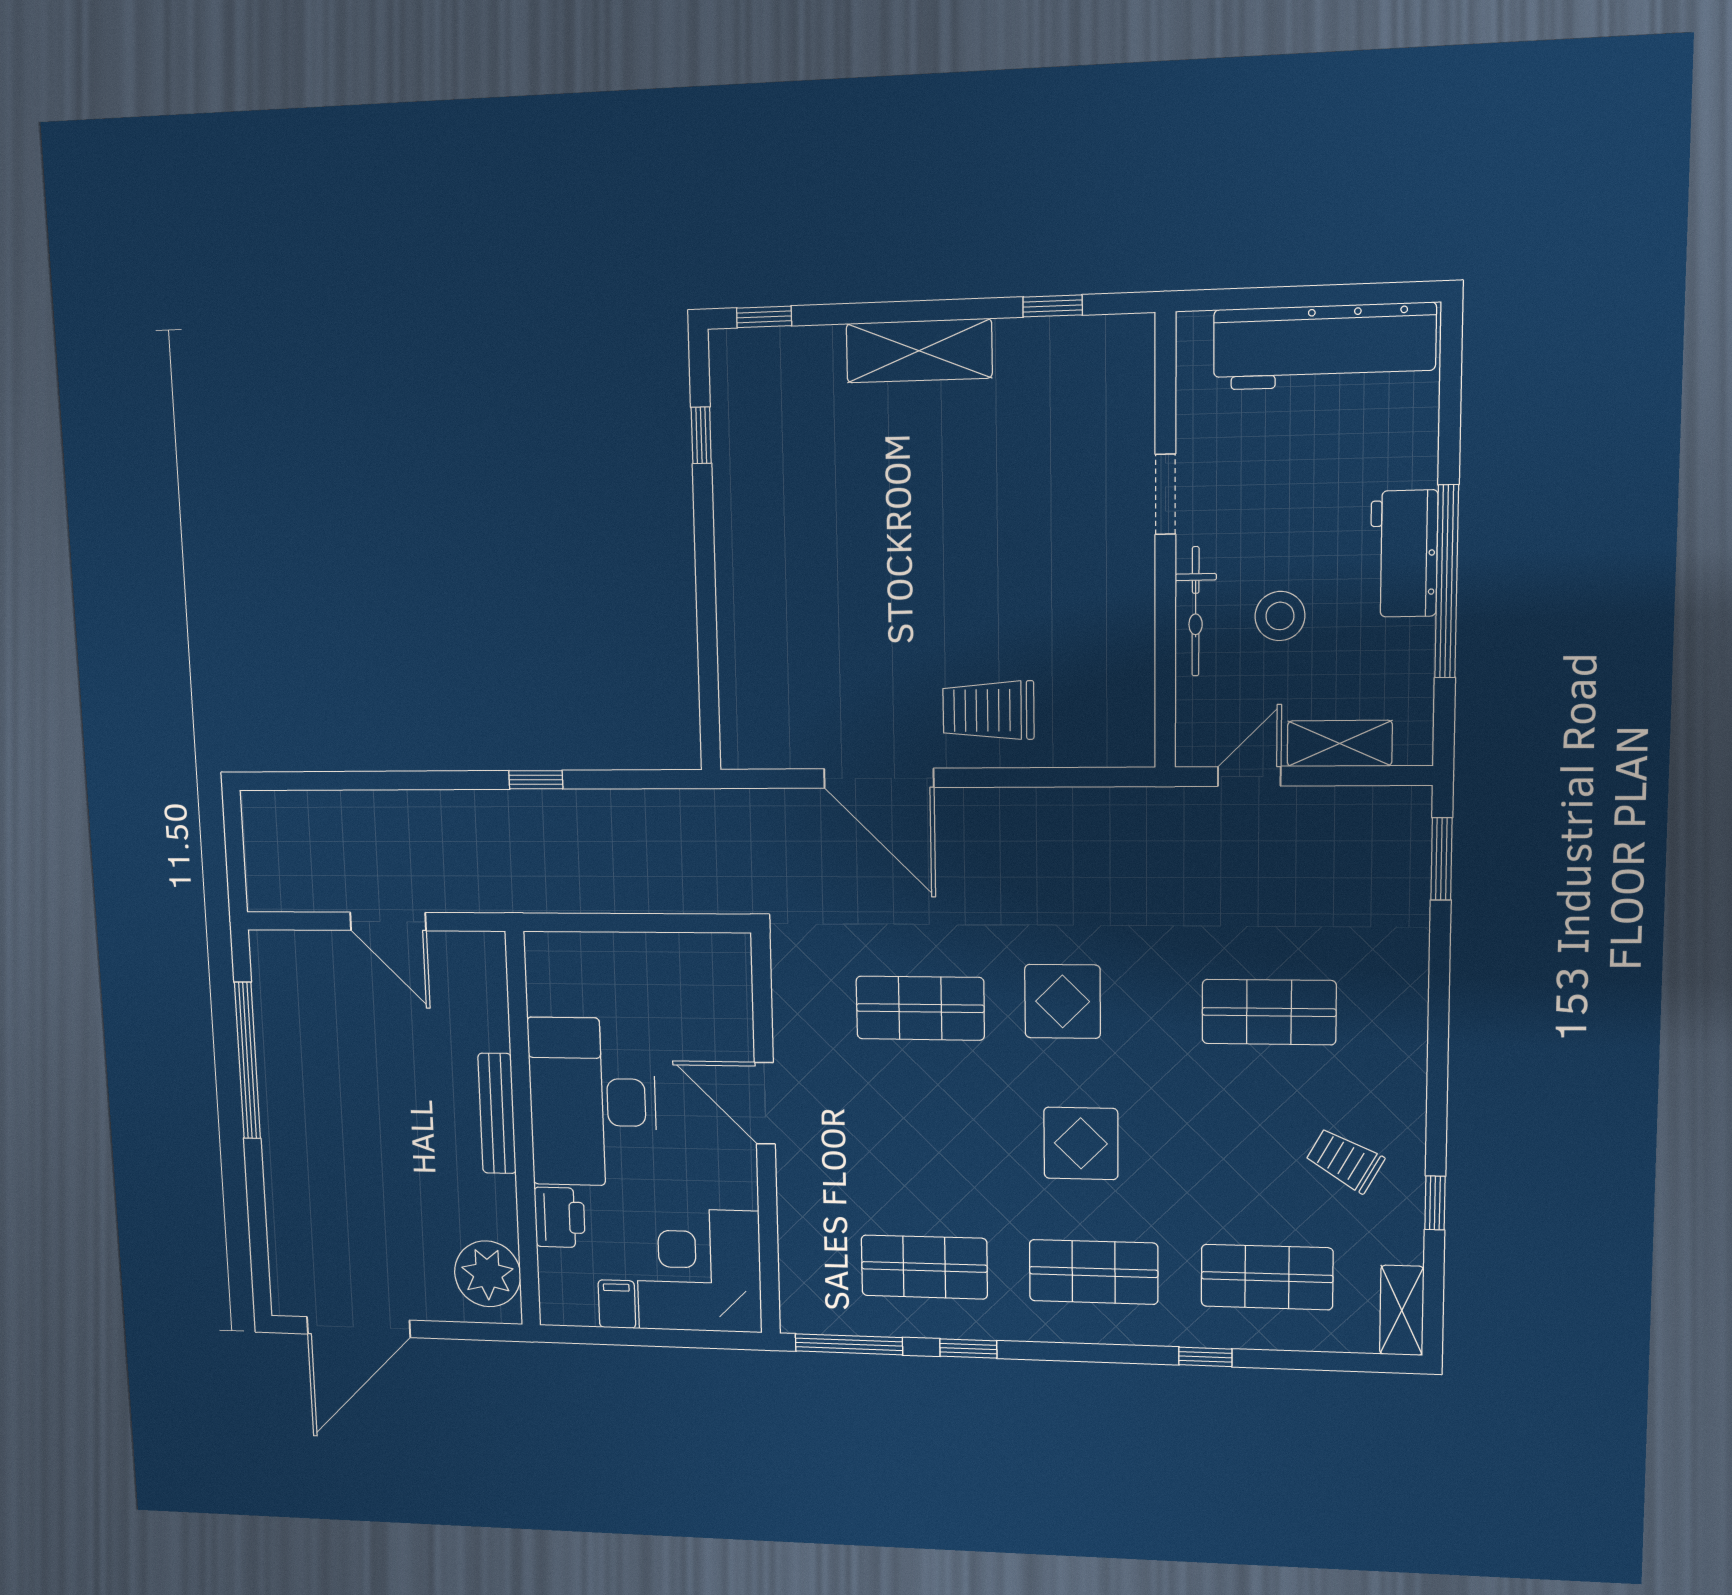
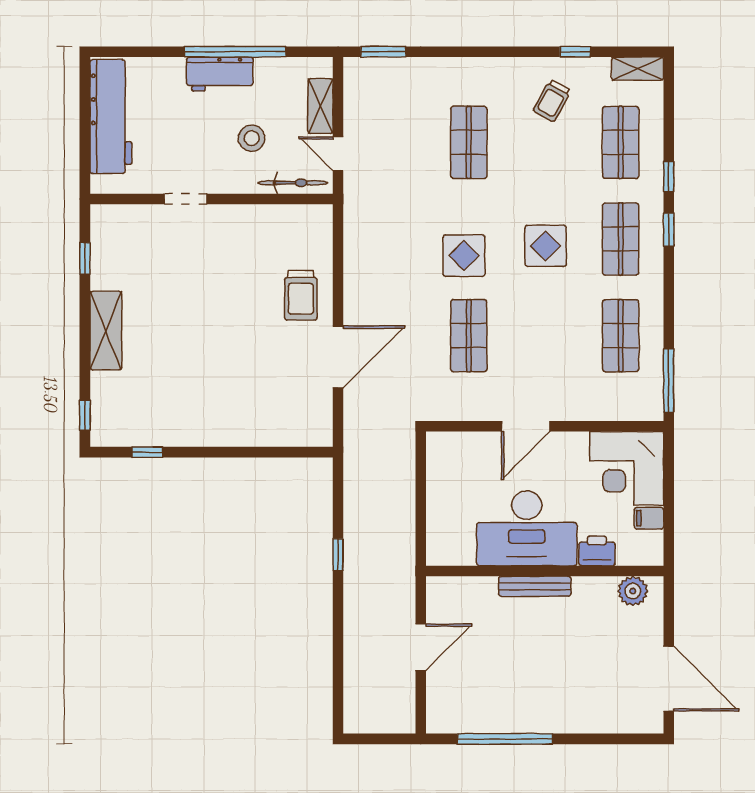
bicycle: (1196, 611) -> (293, 183), moved
plant: (488, 1274) -> (633, 591), width x0.73, depth x0.73
window: (968, 1349) -> (669, 230), moved

